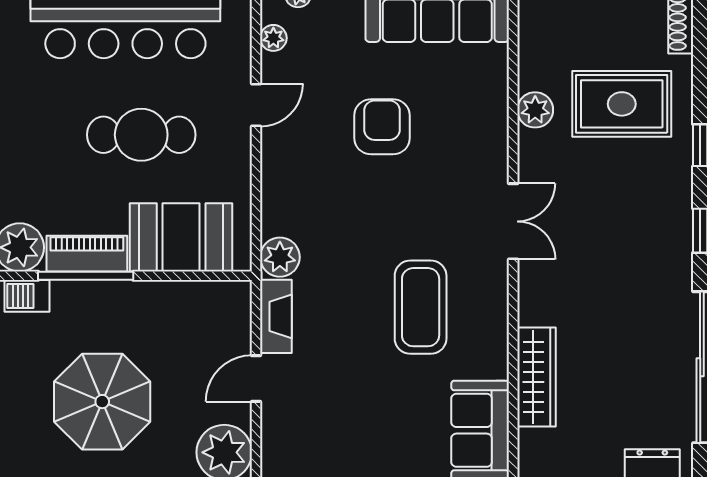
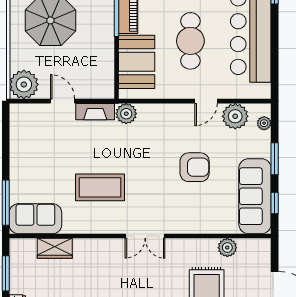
plant: (273, 38) -> (235, 116), width x1.88, depth x1.88
door: (256, 105) -> (206, 101), hinge flipped
plant: (535, 110) -> (227, 248), moved
wardrobe: (537, 377) -> (55, 248), width x0.67

